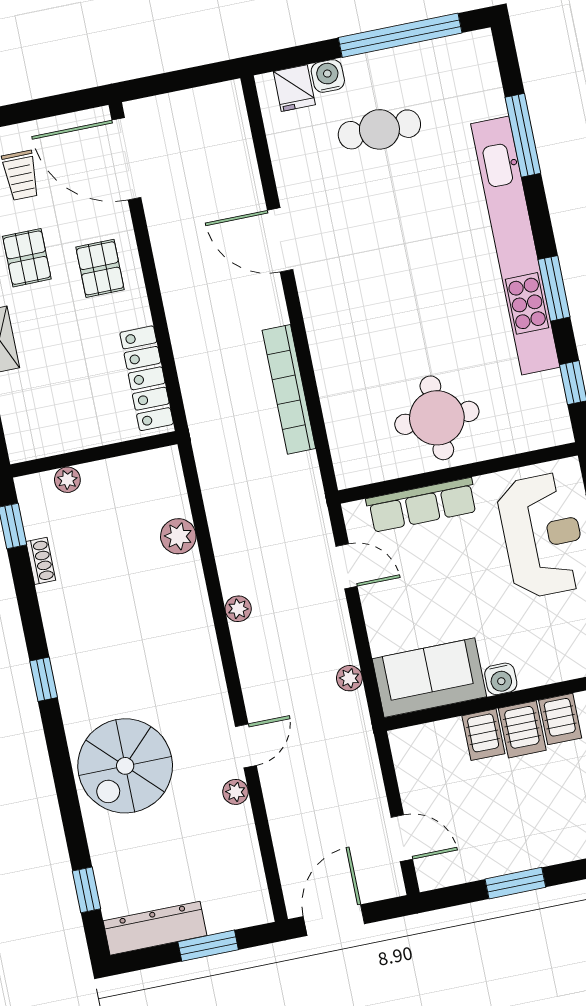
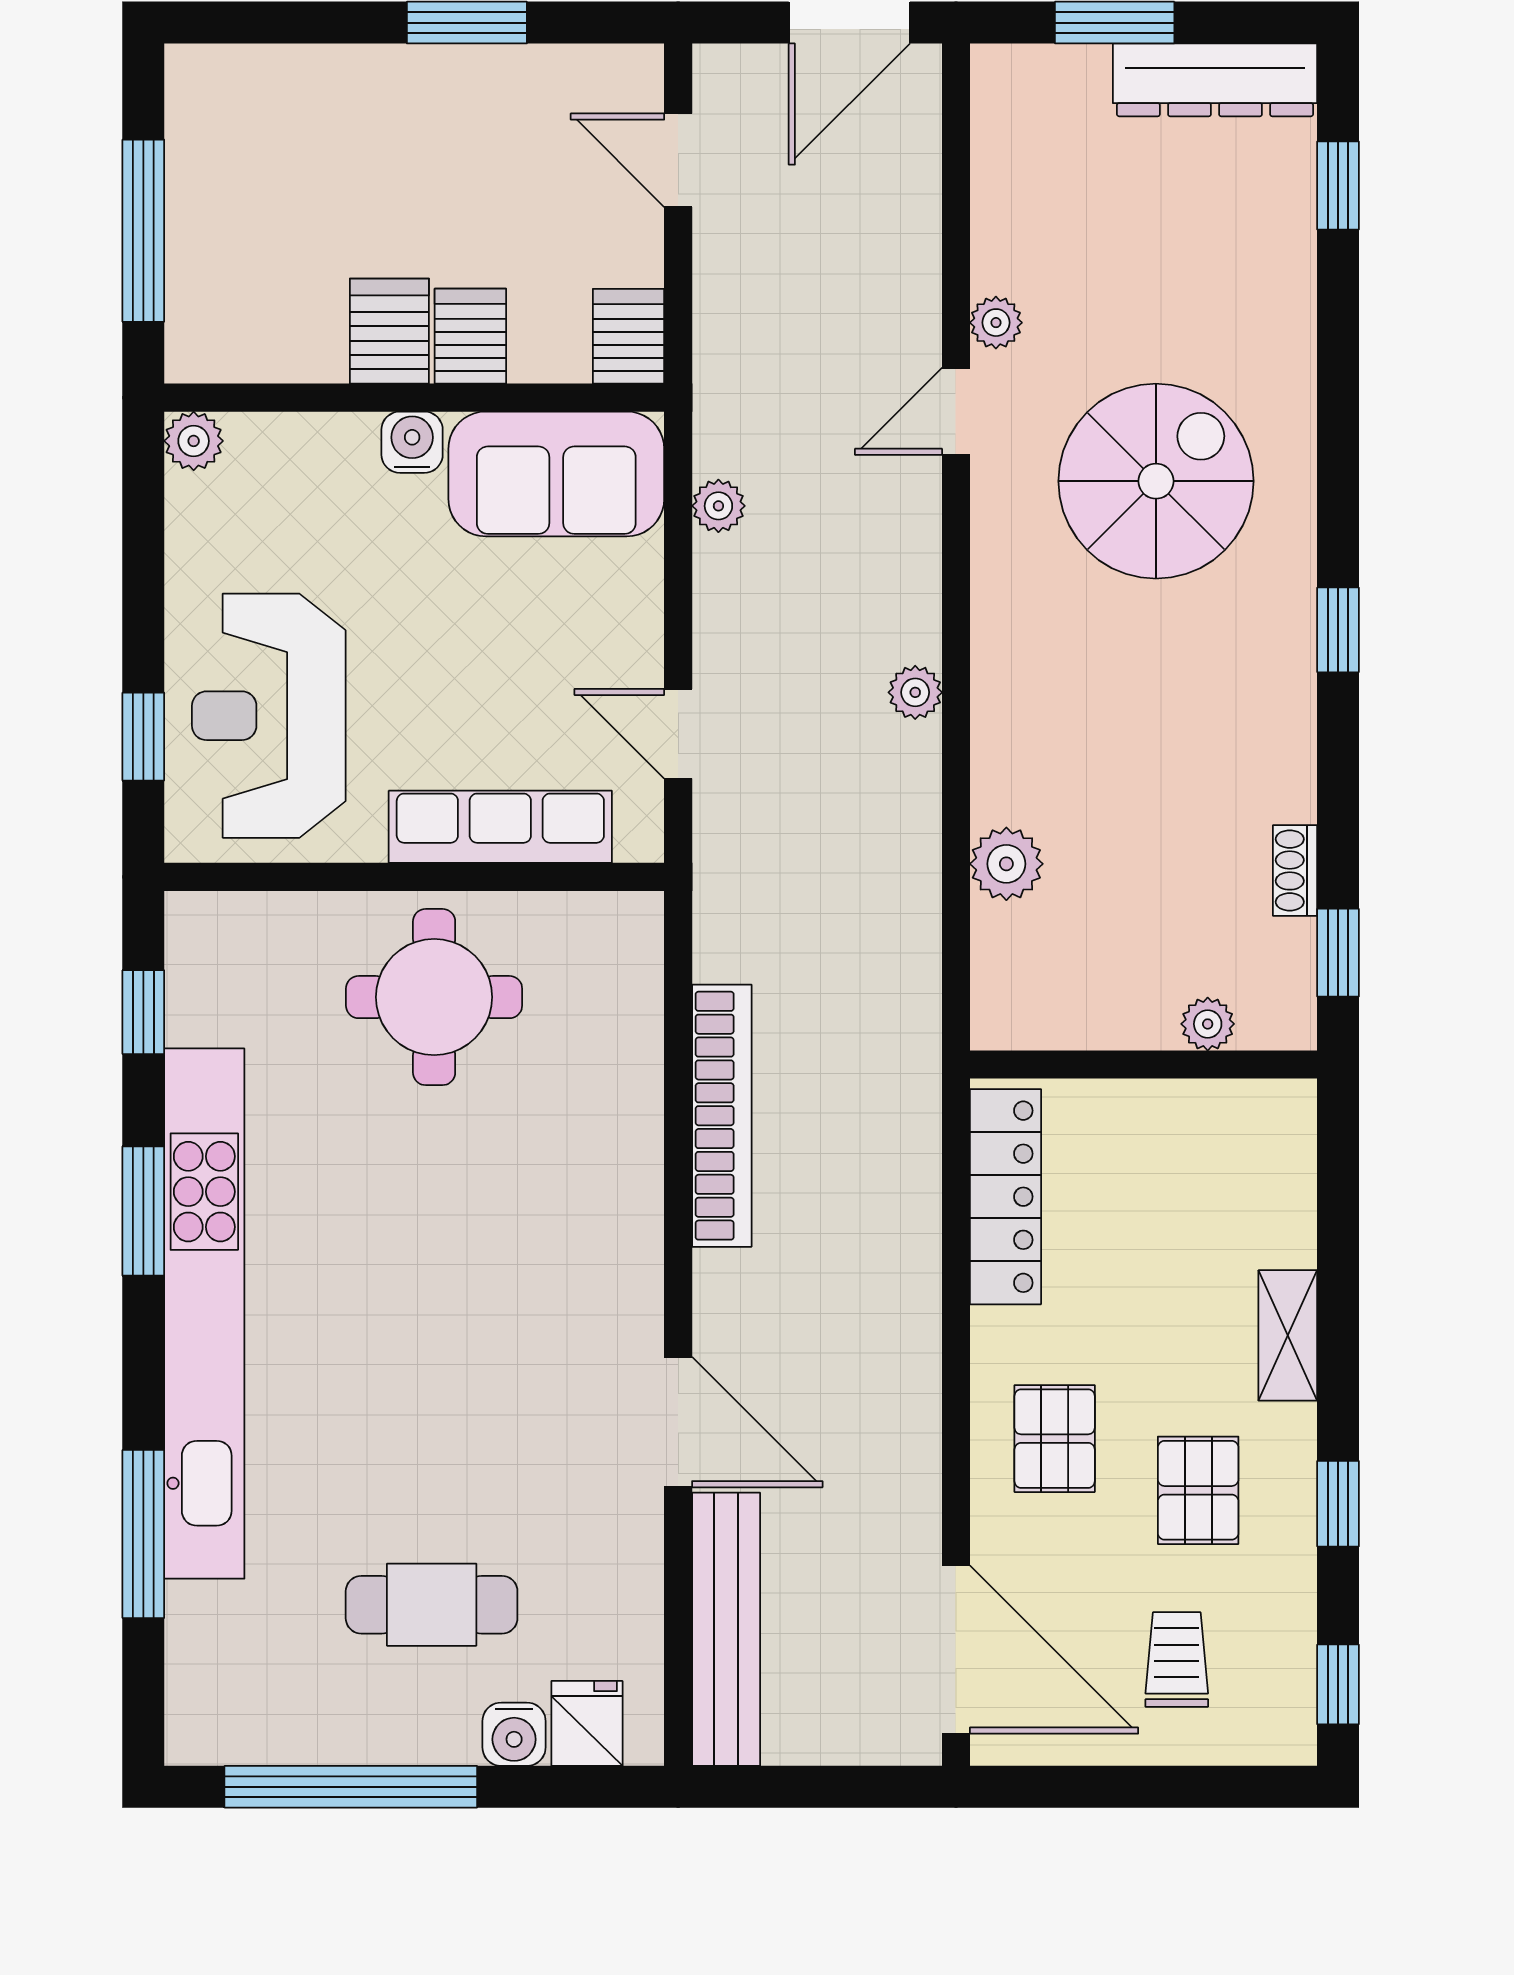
bench: (237, 146) -> (726, 1629), added
server rack: (560, 719) -> (629, 336), moved
spiral stairs: (125, 766) -> (1156, 481), moved

